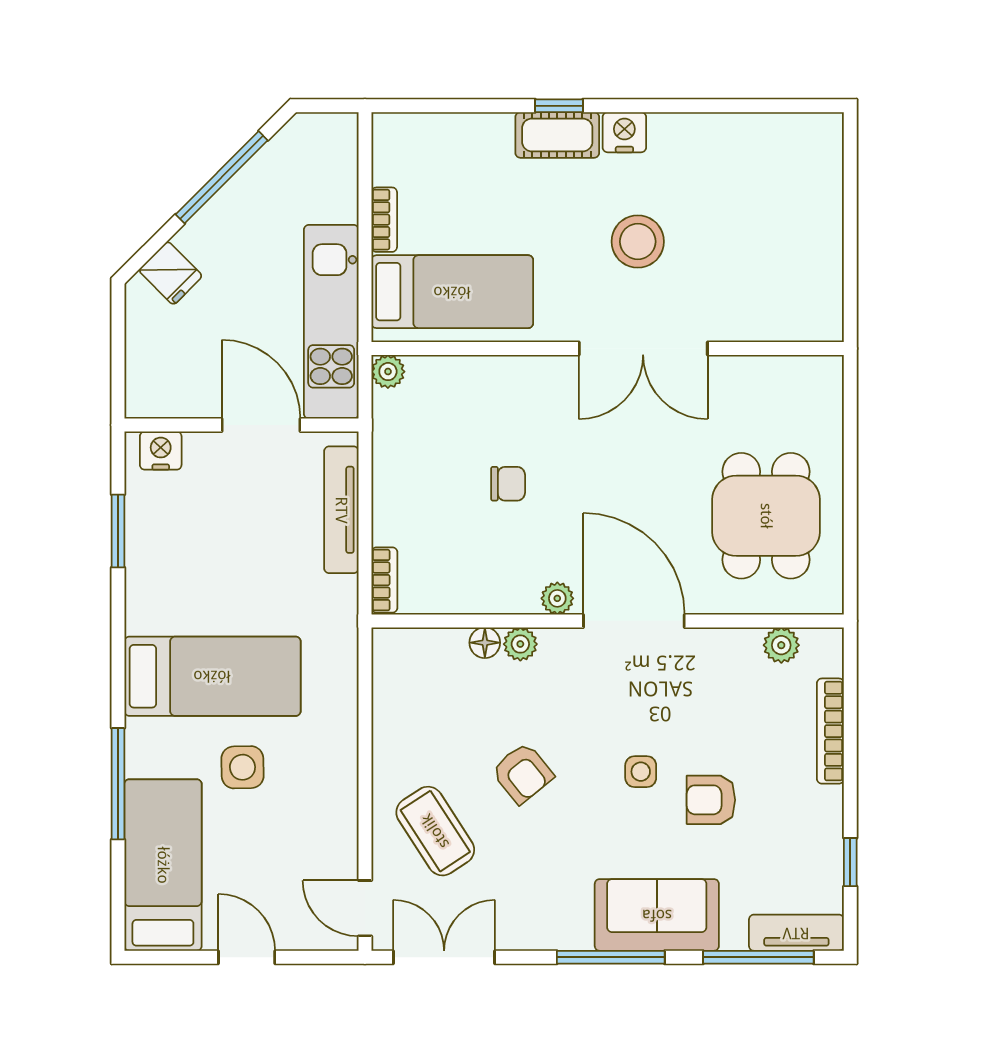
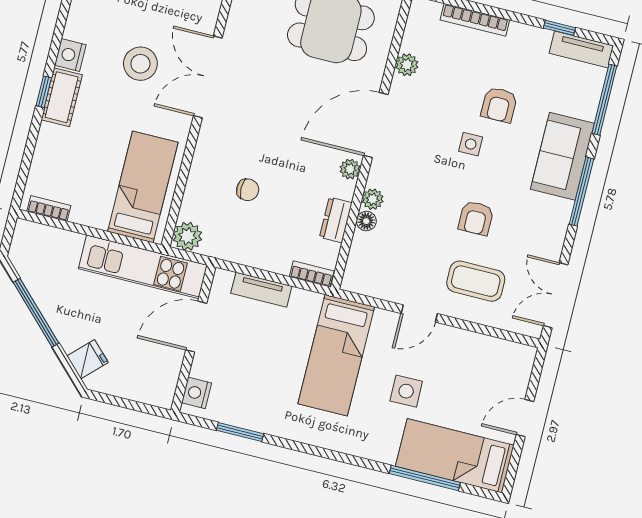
bookcase: (384, 220) -> (49, 208), moved
double door: (643, 348) -> (208, 77), swing flipped
plant: (388, 372) -> (187, 236), width x1.38, depth x1.38
chair: (508, 484) -> (248, 190), moved, turned 90
tv unit: (341, 510) -> (261, 290), width x0.71
dresser: (475, 596) -> (336, 220), added
plant: (781, 645) -> (407, 65), moved
bed: (212, 676) -> (336, 355), moved, turned 180
armchair: (522, 773) -> (476, 218), moved, turned 129
window: (118, 784) -> (425, 478), moved
coffee table: (435, 831) -> (476, 281), turned 33
door: (365, 908) -> (419, 313), moved
tv unit: (796, 933) -> (581, 49), moved, turned -90

